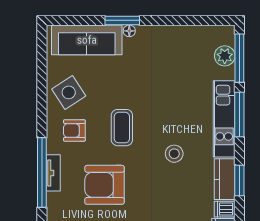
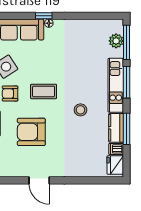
window: (122, 20) -> (44, 16), width x0.67
coffee table: (122, 128) -> (44, 91), turned 90
window: (239, 181) -> (126, 129), width x1.44

